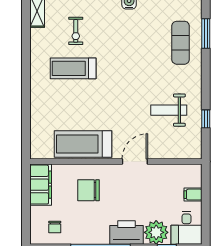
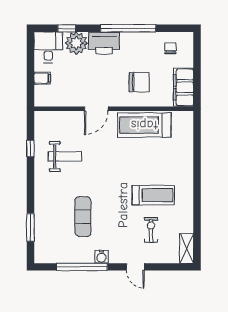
exercise mat: (181, 43) -> (83, 217), moved
treadmill: (83, 144) -> (144, 125), turned 180

